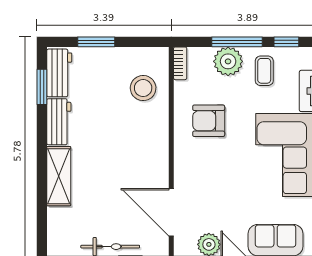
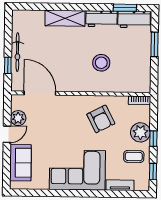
window: (237, 42) -> (153, 139), width x0.46
stool: (143, 88) -> (101, 63), moved
armchair: (209, 121) -> (101, 119), turned 153
door: (171, 212) -> (40, 93), hinge flipped

